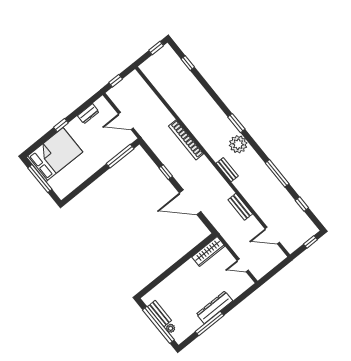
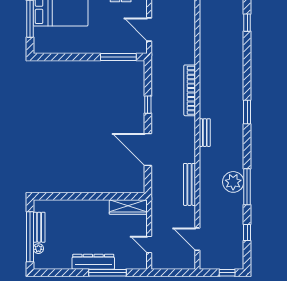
plant: (238, 144) -> (233, 182), moved
bench: (227, 170) -> (205, 133), moved
bench: (240, 207) -> (190, 184), width x1.36
window: (209, 324) -> (107, 273), moved

